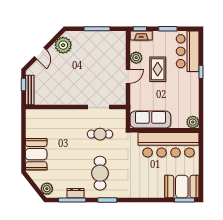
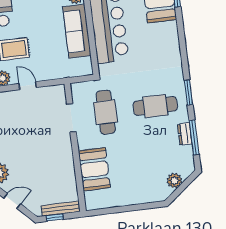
sofa: (150, 120) -> (77, 31), moved
cafe table: (100, 134) -> (106, 112), width x1.37, depth x1.35
booth: (36, 154) -> (94, 169), moved, turned 90
plant: (47, 189) -> (174, 180), moved

